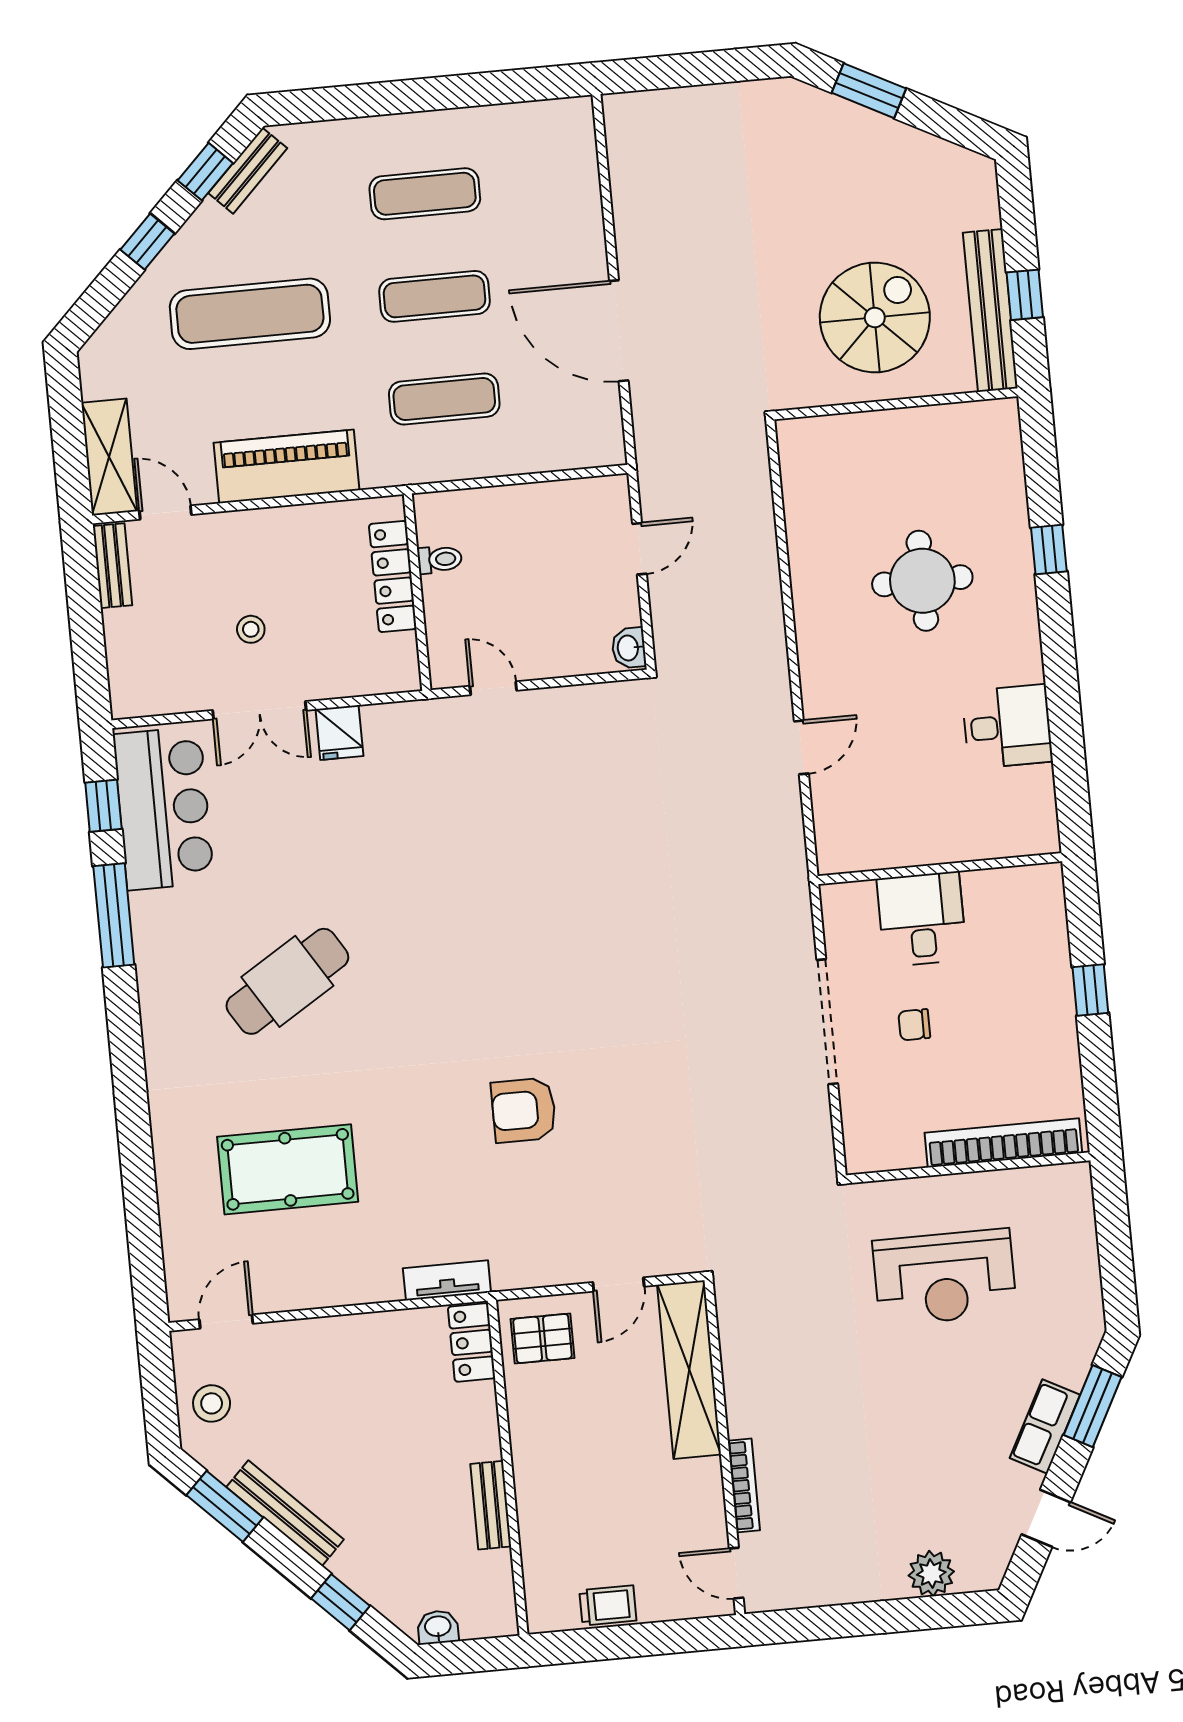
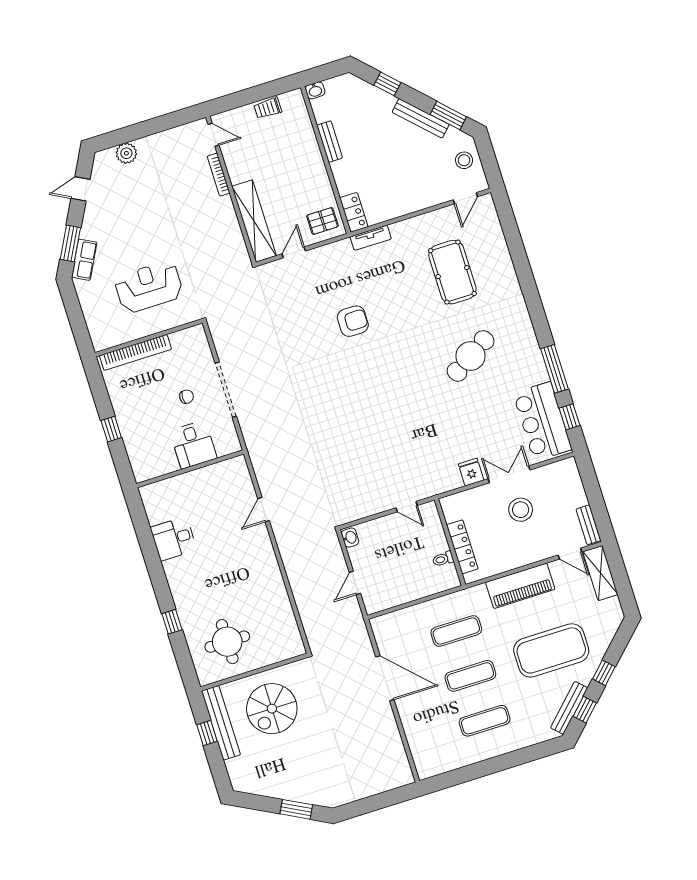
bench: (248, 171) -> (569, 708), width x1.36
exercise mat: (250, 314) -> (551, 650), width x1.47
round table: (922, 581) -> (227, 642), moved
stool: (251, 629) -> (521, 510), width x1.89, depth x1.89
pool table: (288, 1169) -> (452, 272), turned 90
row of seats: (1045, 1426) -> (84, 260), moved
washbasin: (438, 1627) -> (315, 90), moved

